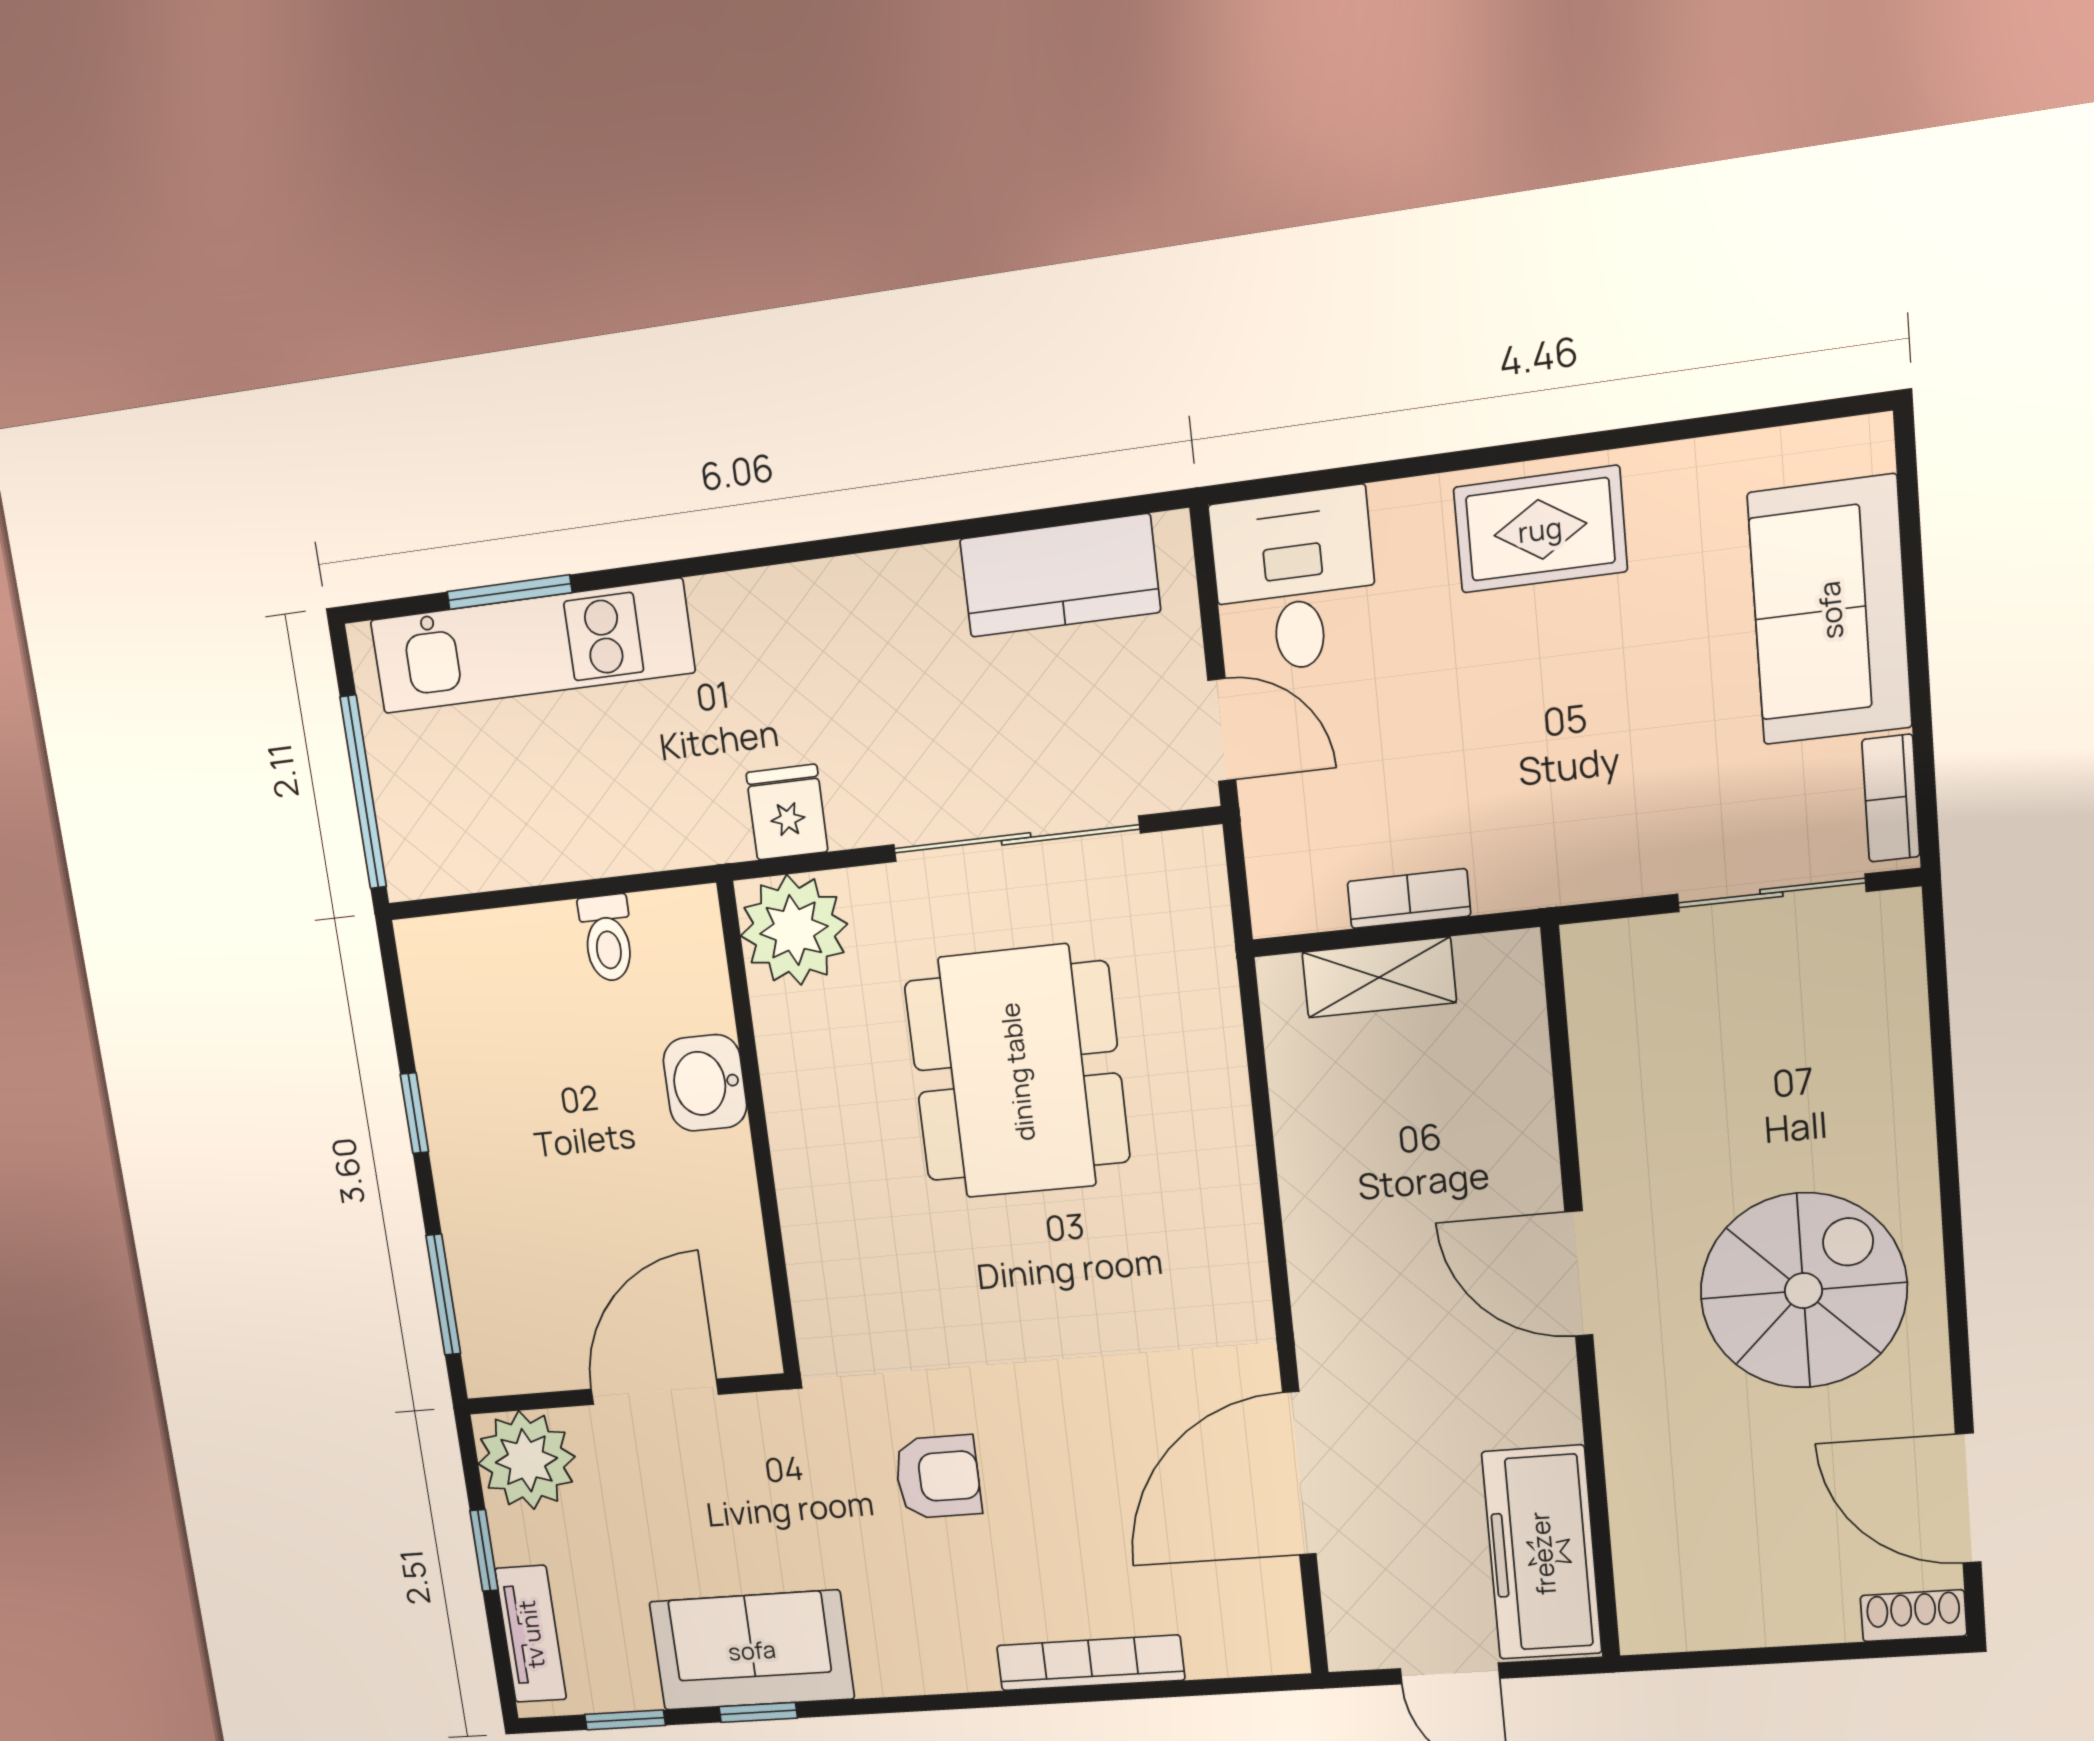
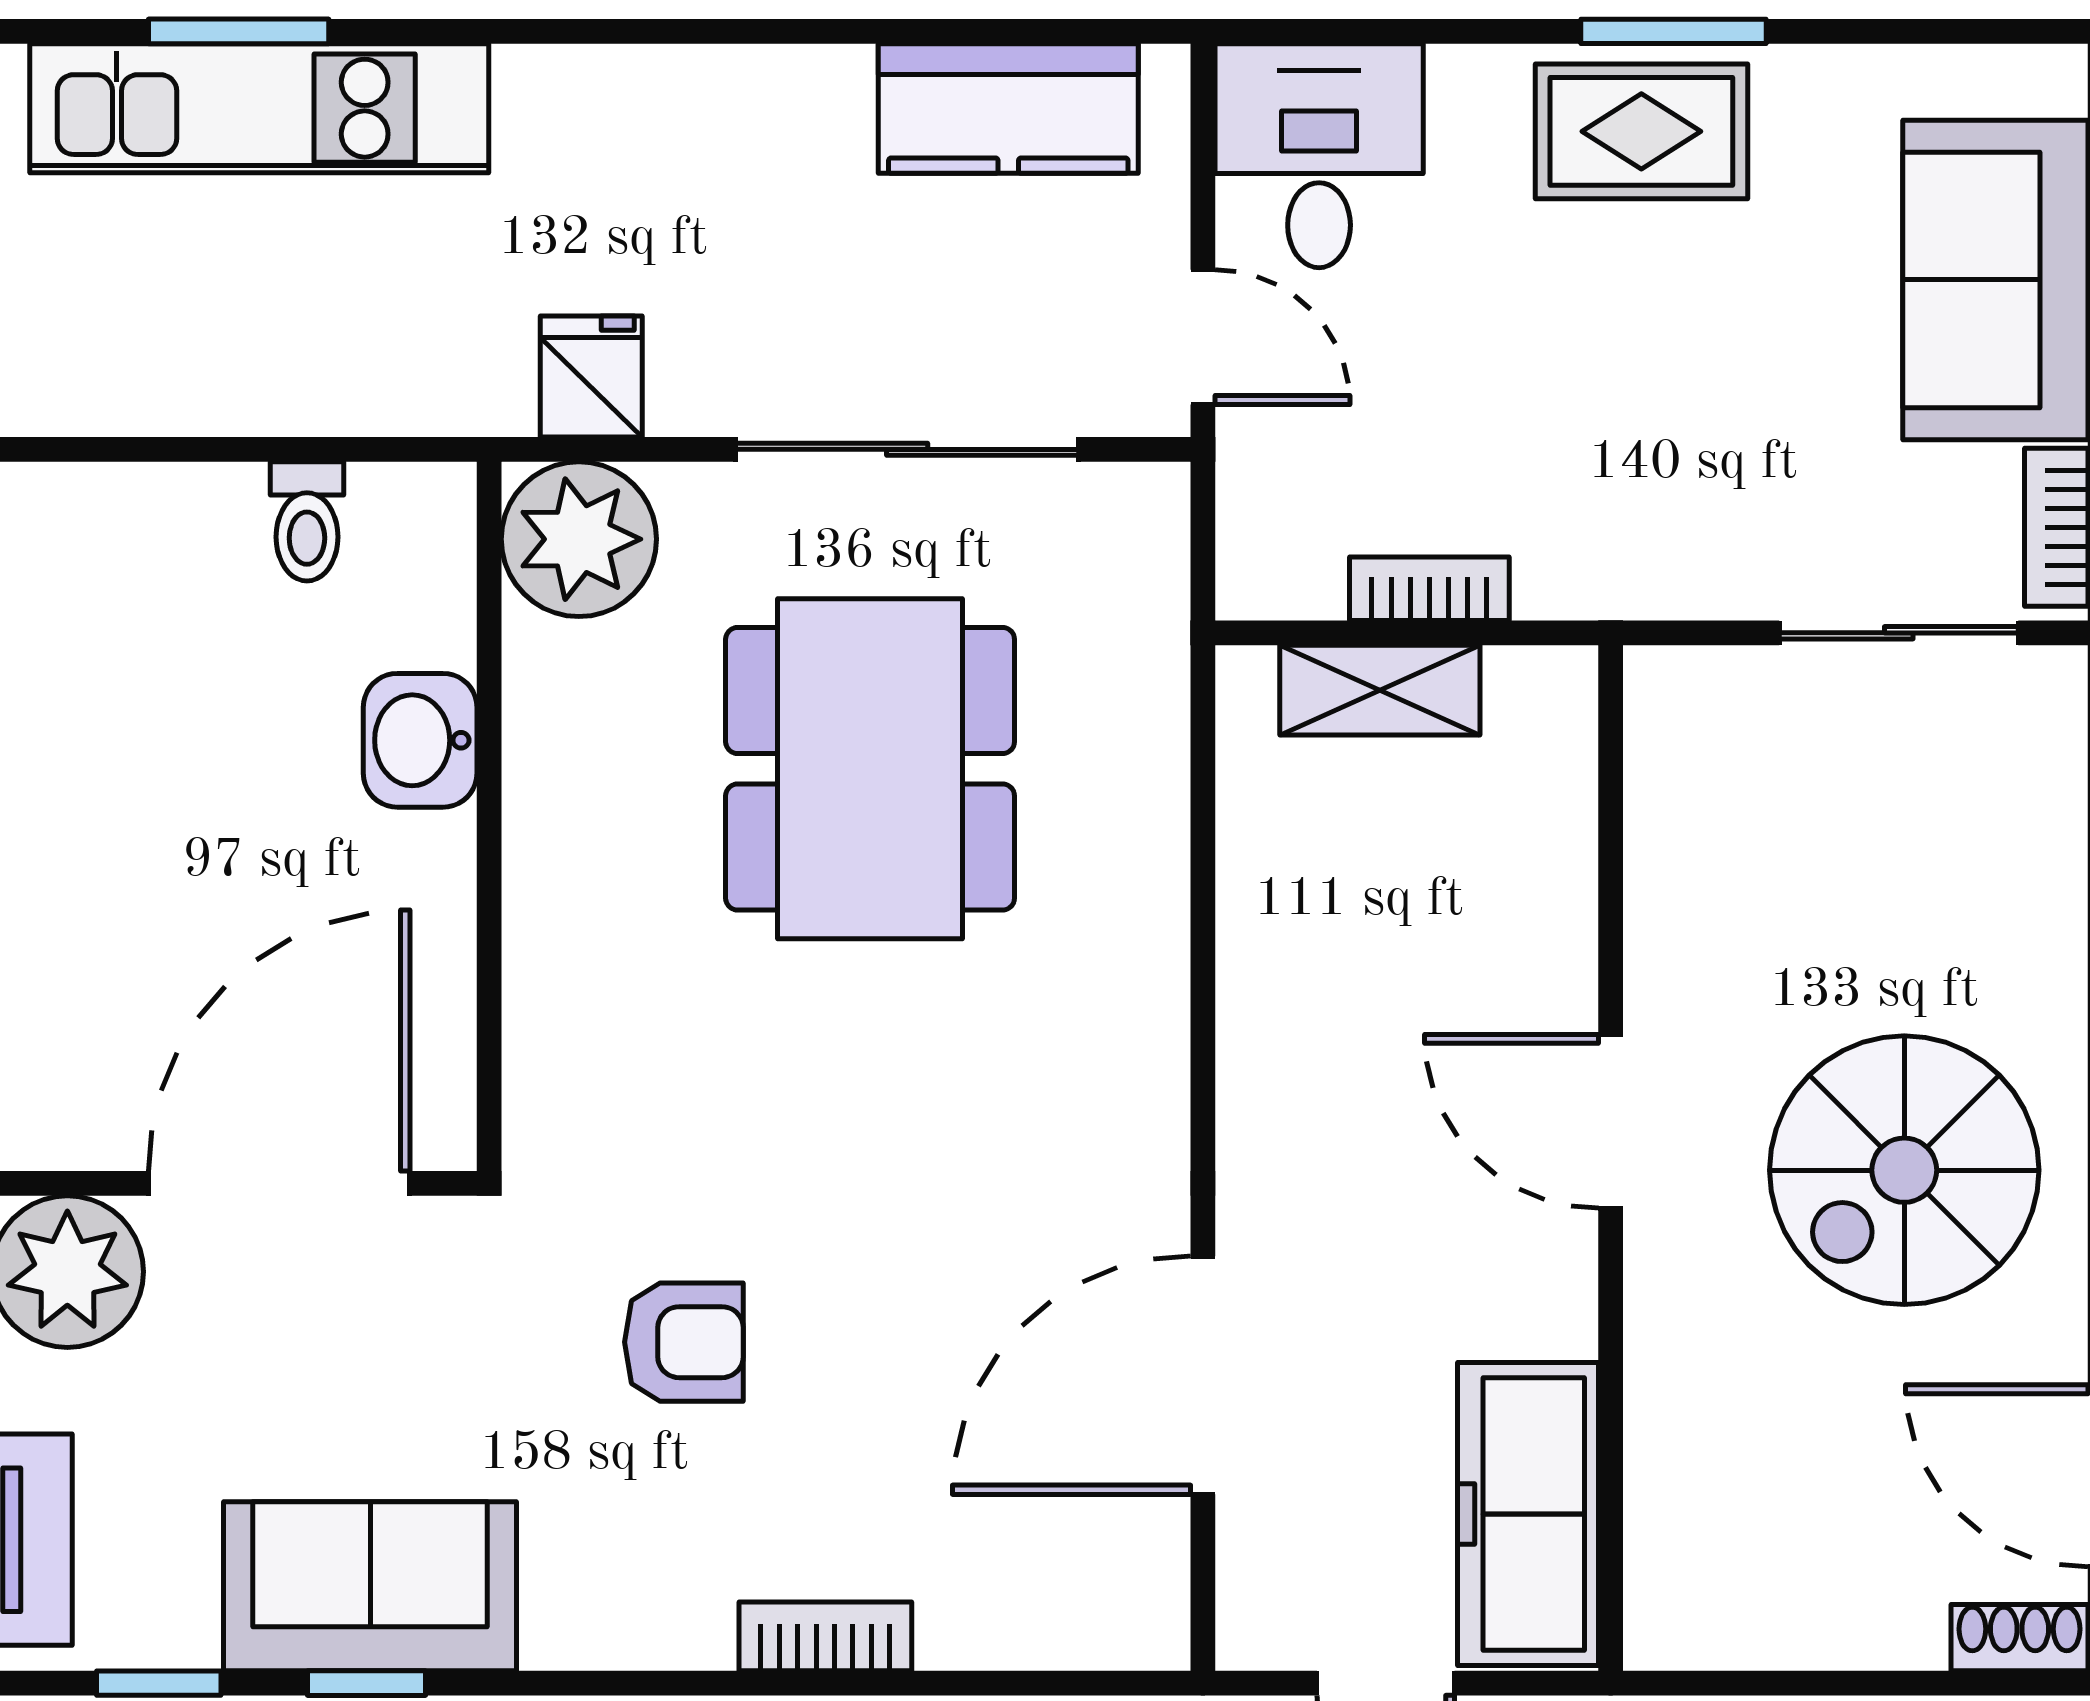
window: (1559, 447) -> (1674, 31), added
spiral stairs: (1803, 1291) -> (1904, 1170), turned 180
door: (655, 1392) -> (279, 1183), width x1.36
bookcase: (1091, 1663) -> (825, 1636), width x0.64

